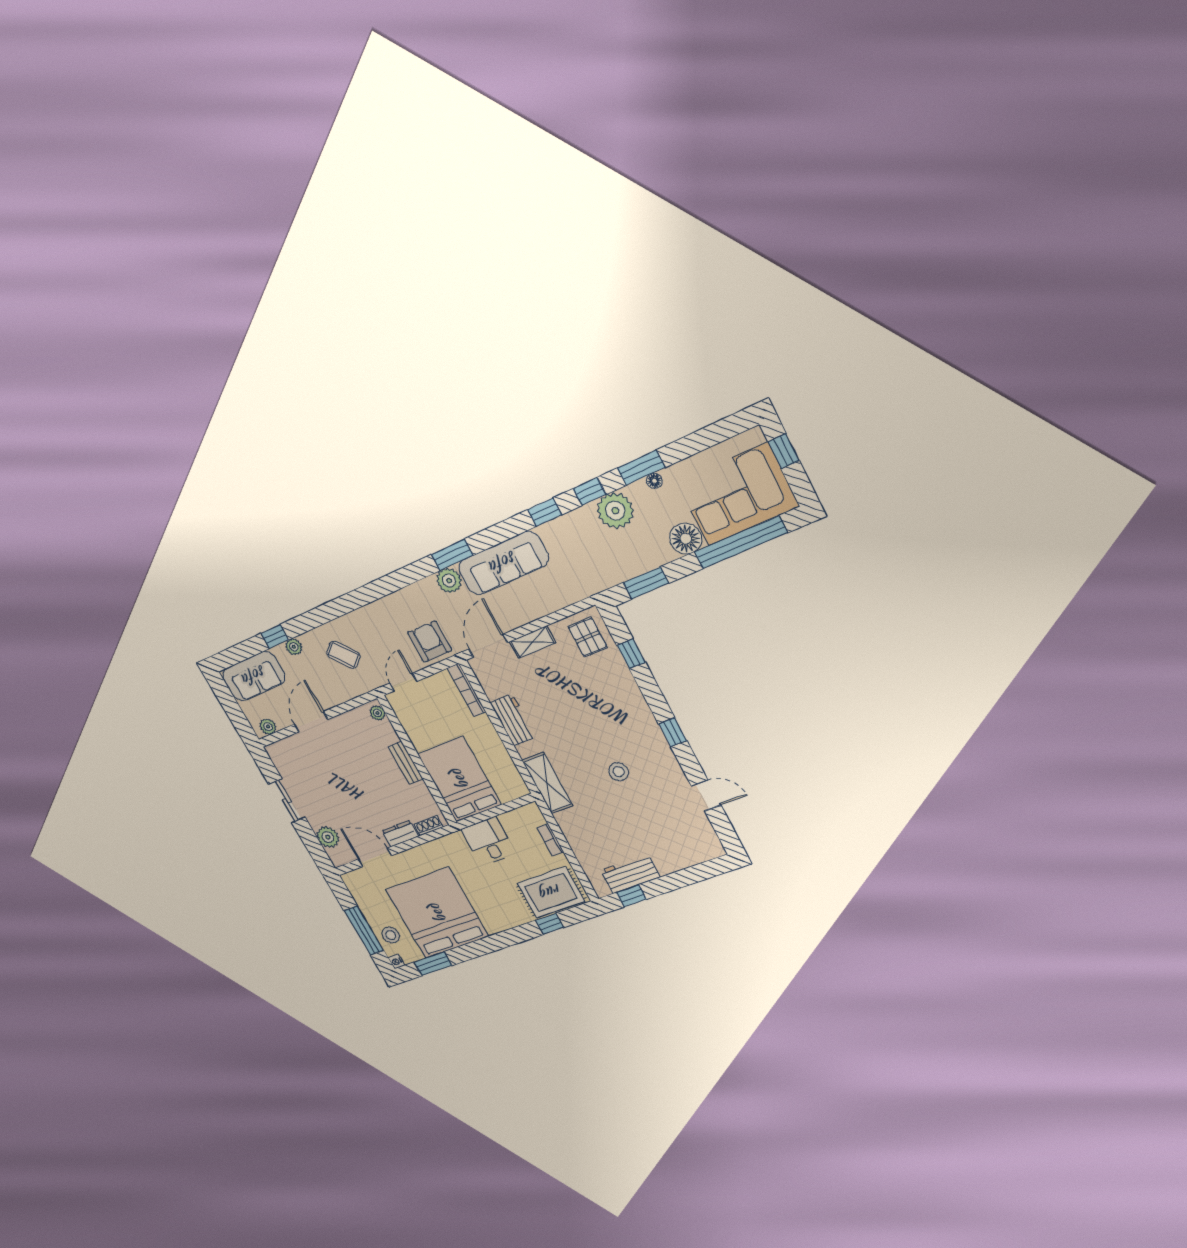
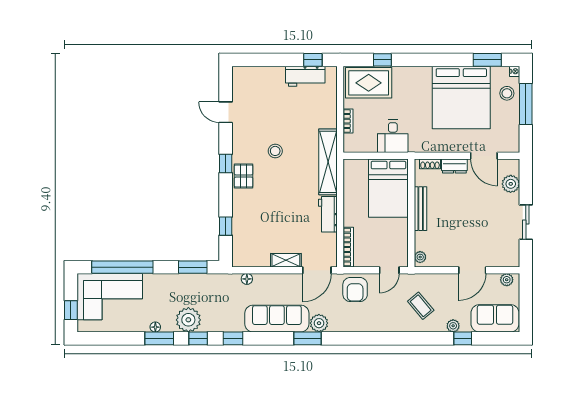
floor lamp: (686, 539) -> (247, 279), moved, width x0.53, depth x0.53
pallet: (588, 637) -> (244, 176), moved
bench: (406, 763) -> (421, 209), width x1.36
shelving: (547, 783) -> (328, 162), width x1.47

